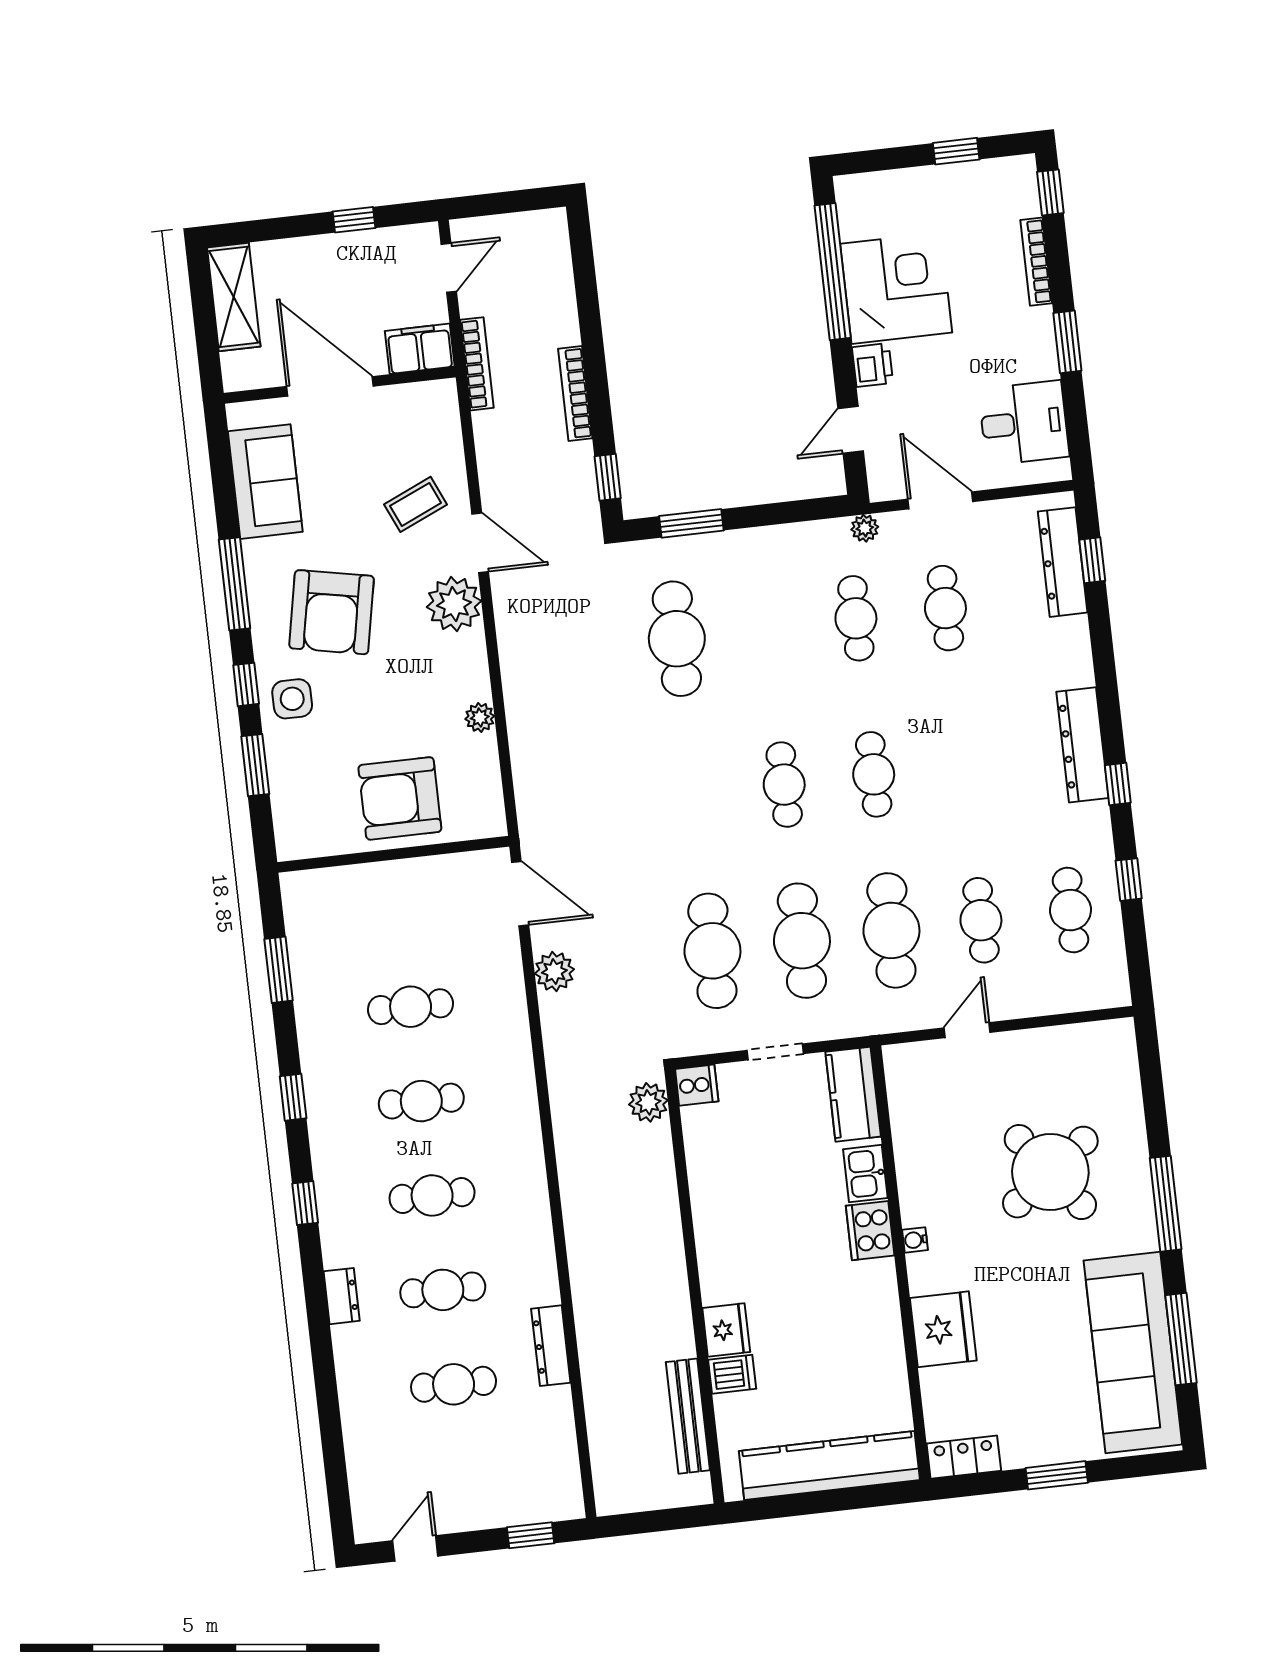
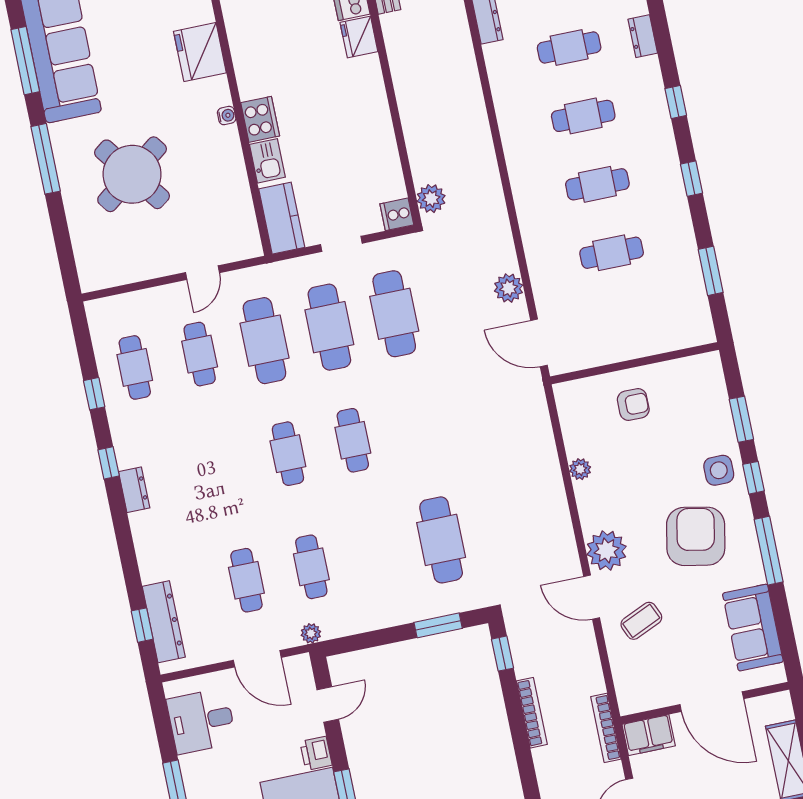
dresser: (1082, 745) -> (134, 490), width x0.51, depth x0.80
armchair: (400, 798) -> (633, 404), width x0.53, depth x0.53

